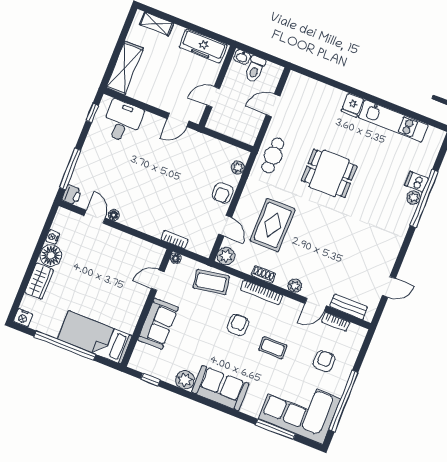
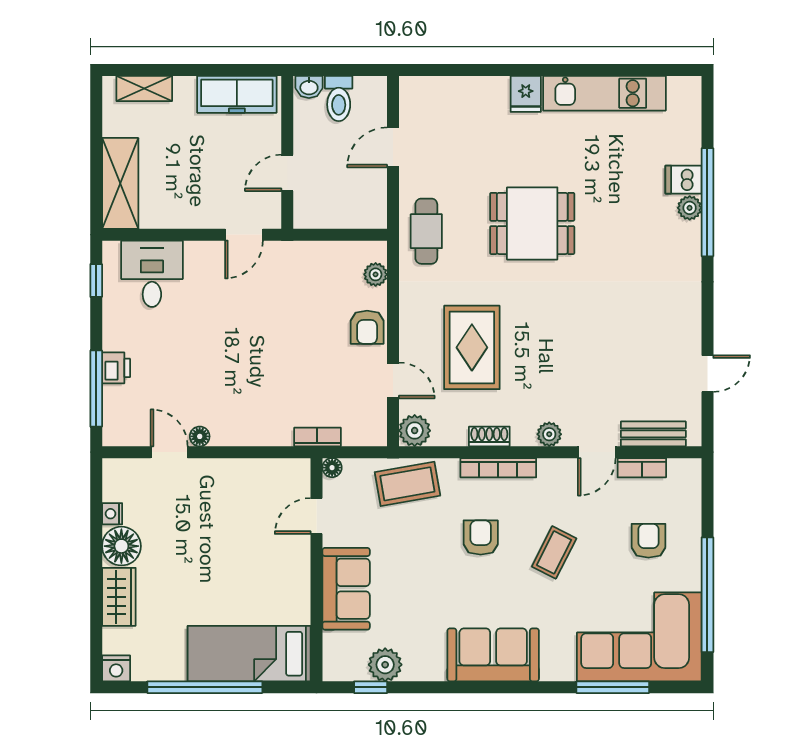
printer: (72, 195) -> (116, 368), moved
coffee table: (273, 348) -> (554, 552), turned -63
plant: (185, 380) -> (385, 665), moved

